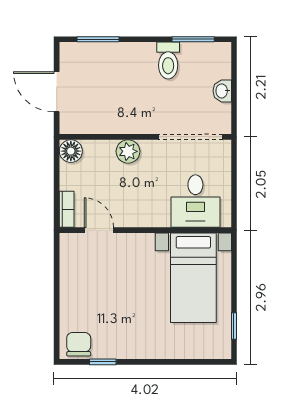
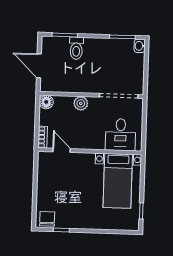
toilet: (168, 61) -> (76, 48), moved
washbasin: (222, 91) -> (140, 46), moved

